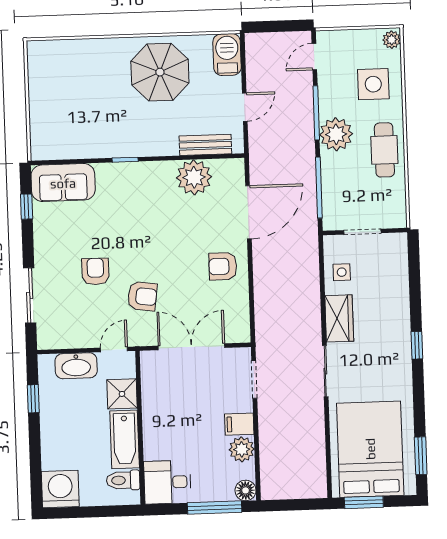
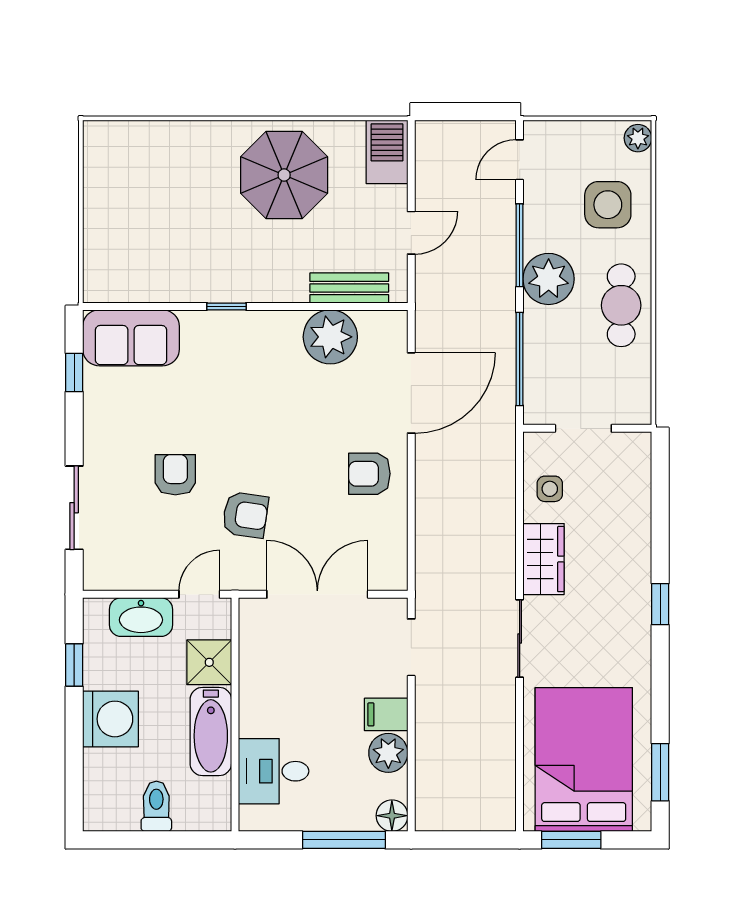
toilet: (123, 480) -> (156, 806), moved, turned 90
desk: (167, 482) -> (274, 771), moved
washing machine: (60, 489) -> (110, 719), moved, turned 90

